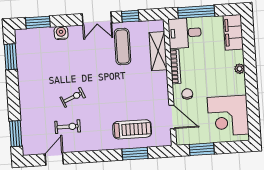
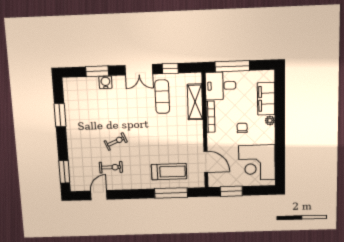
window: (38, 22) -> (97, 71), moved
filing cabinet: (233, 32) -> (266, 99), moved
window: (11, 57) -> (60, 115), moved
chair: (187, 94) -> (242, 128), moved
window: (135, 154) -> (171, 193), width x1.44

